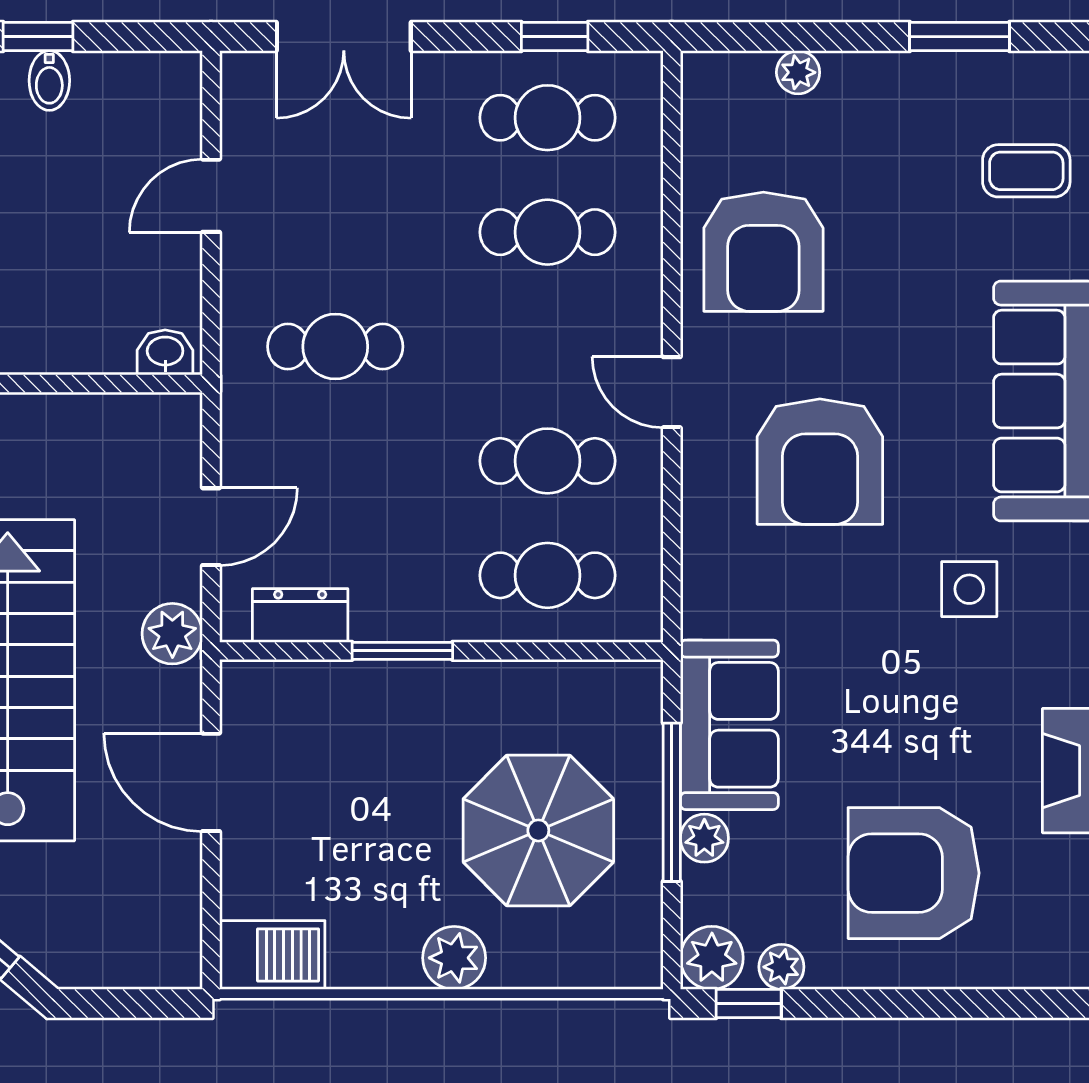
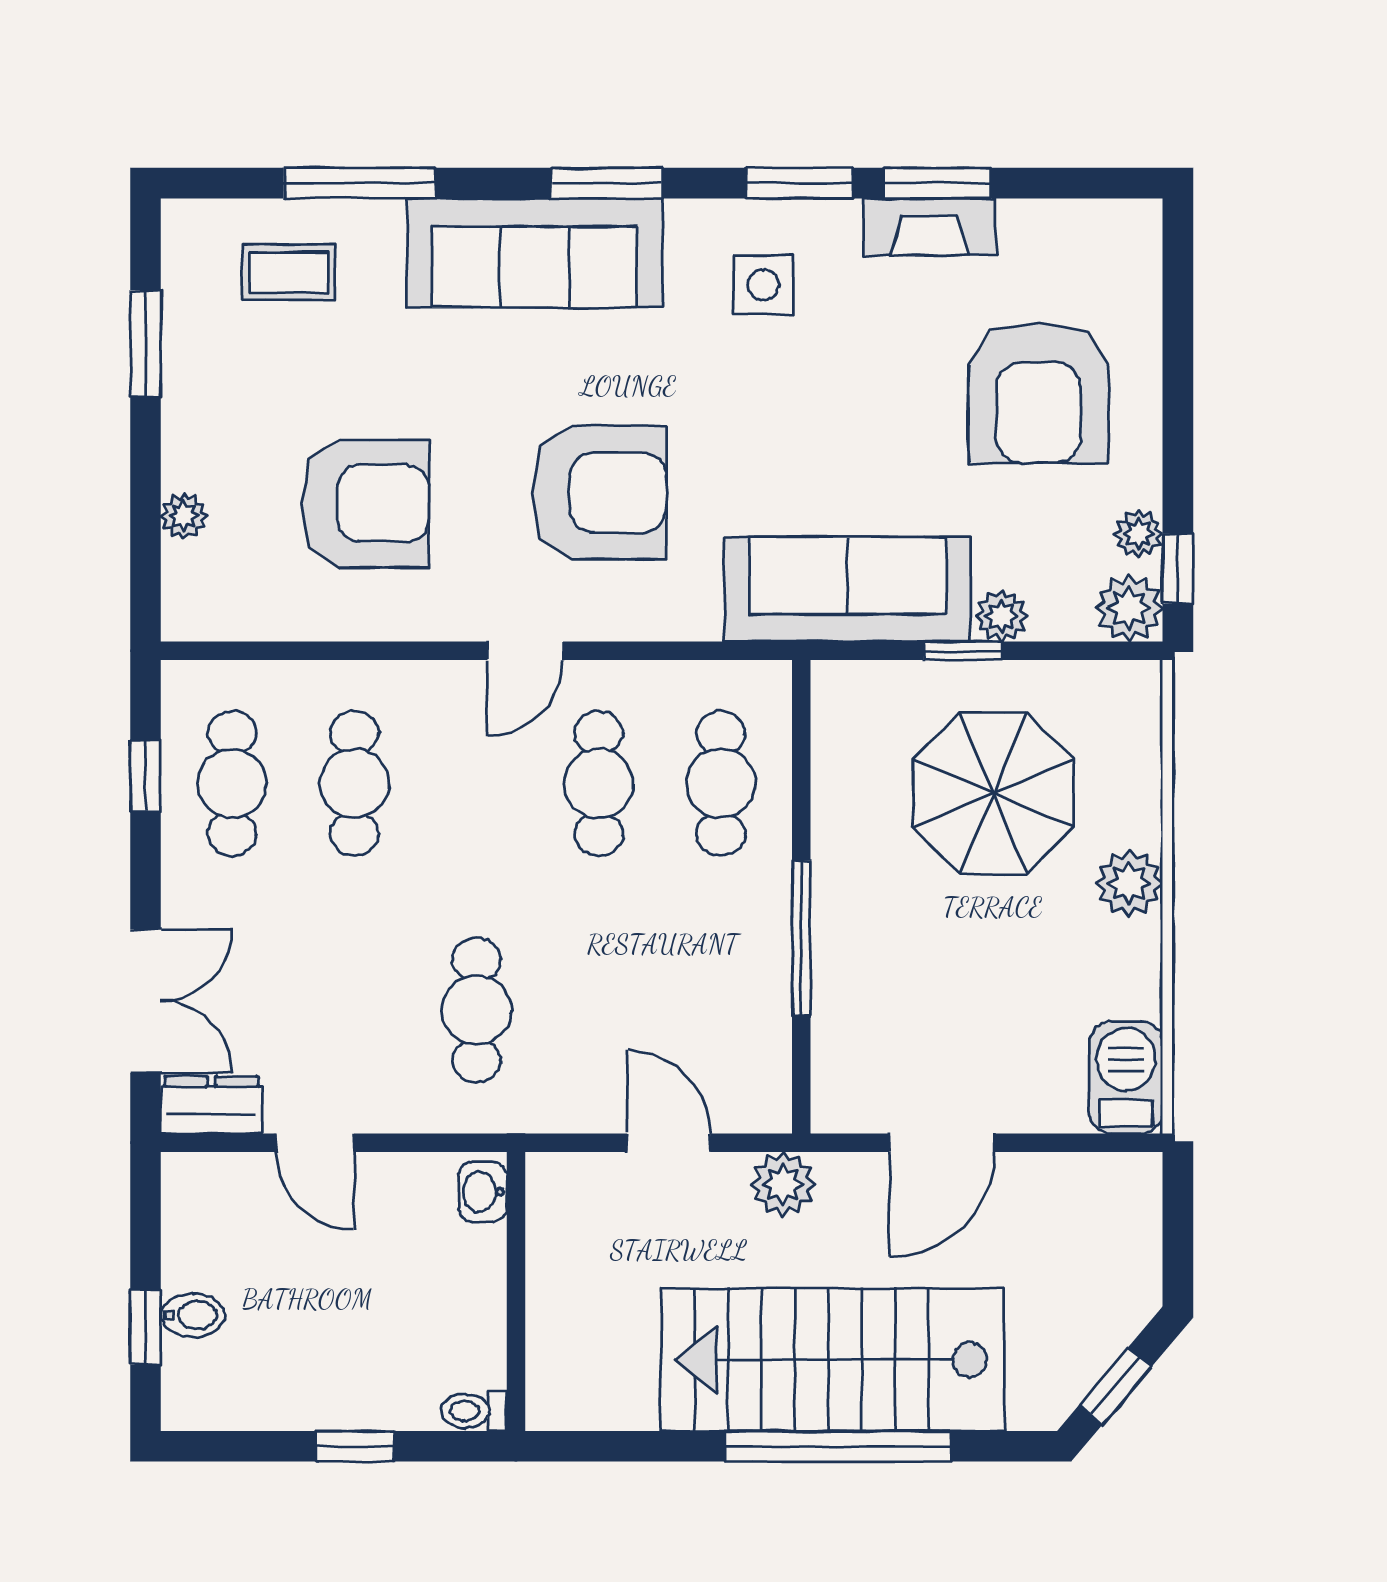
coffee table: (1026, 171) -> (289, 272), turned 90
armchair: (763, 252) -> (365, 503), moved
side table: (969, 589) -> (763, 285), moved
dresser: (300, 615) -> (212, 1105), moved, turned 90
window: (402, 651) -> (801, 938), width x1.44
sofa: (729, 725) -> (848, 589), width x1.36
window: (672, 802) -> (963, 651), width x0.46

